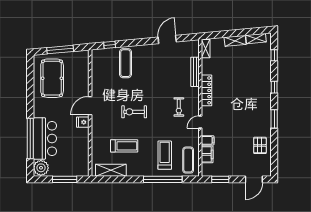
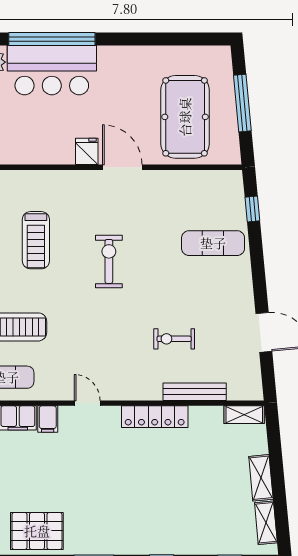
pool table: (52, 78) -> (185, 117), moved, turned 90
exercise bike: (179, 107) -> (174, 339), moved
pallet: (260, 145) -> (37, 531), width x1.50, depth x1.42

